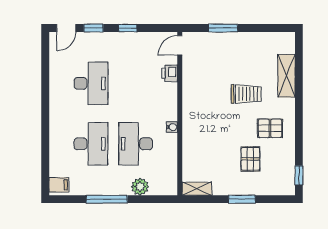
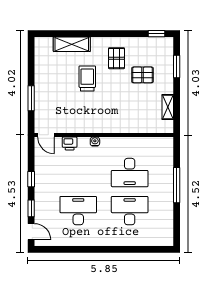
water cooler: (172, 127) -> (95, 142), moved
filing cabinet: (59, 185) -> (164, 238), removed
plant: (140, 187) -> (166, 169), removed
shelving: (197, 189) -> (168, 107), moved
window: (107, 199) -> (177, 185), moved
window: (242, 199) -> (177, 66), moved

